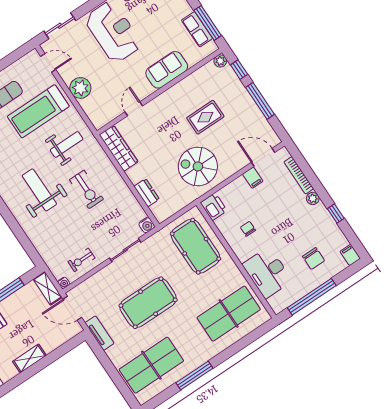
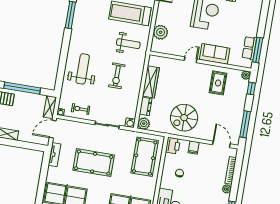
plant: (80, 88) -> (161, 32), moved
window: (260, 101) -> (245, 124), moved
door: (134, 109) -> (191, 60), moved
rug: (205, 117) -> (218, 83), moved, turned 90
wardrobe: (119, 148) -> (151, 82), moved
spiral stairs: (198, 166) -> (184, 118), turned -90
filing cabinet: (253, 178) -> (194, 147), moved
weight bench: (39, 190) -> (83, 69), moved
plant: (162, 213) -> (144, 124), added
door: (72, 308) -> (53, 129), hinge flipped

